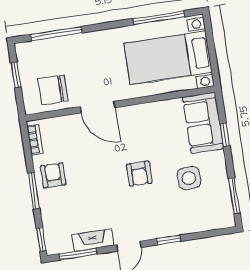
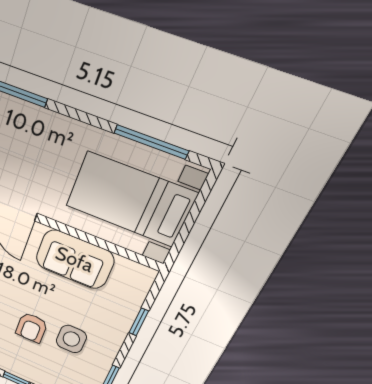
sofa: (203, 123) -> (75, 259), moved, turned -90
armchair: (139, 174) -> (32, 328), moved

